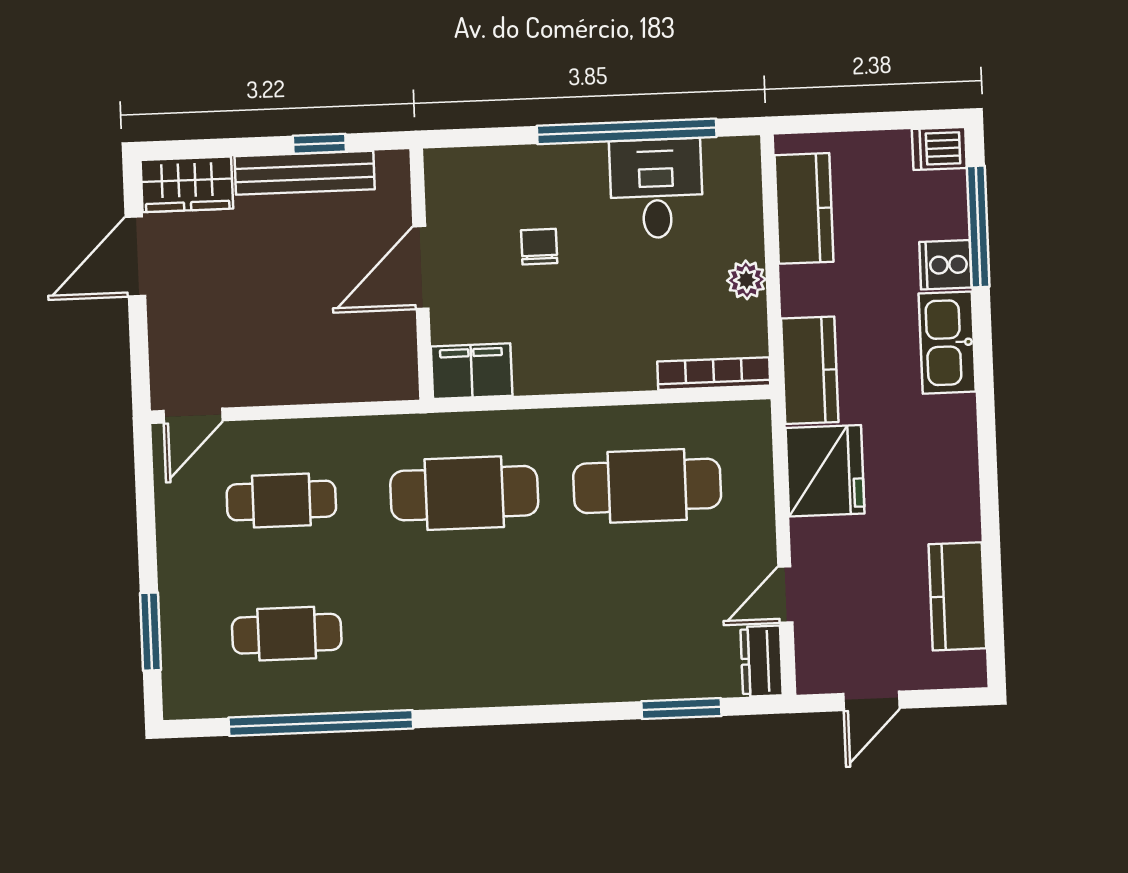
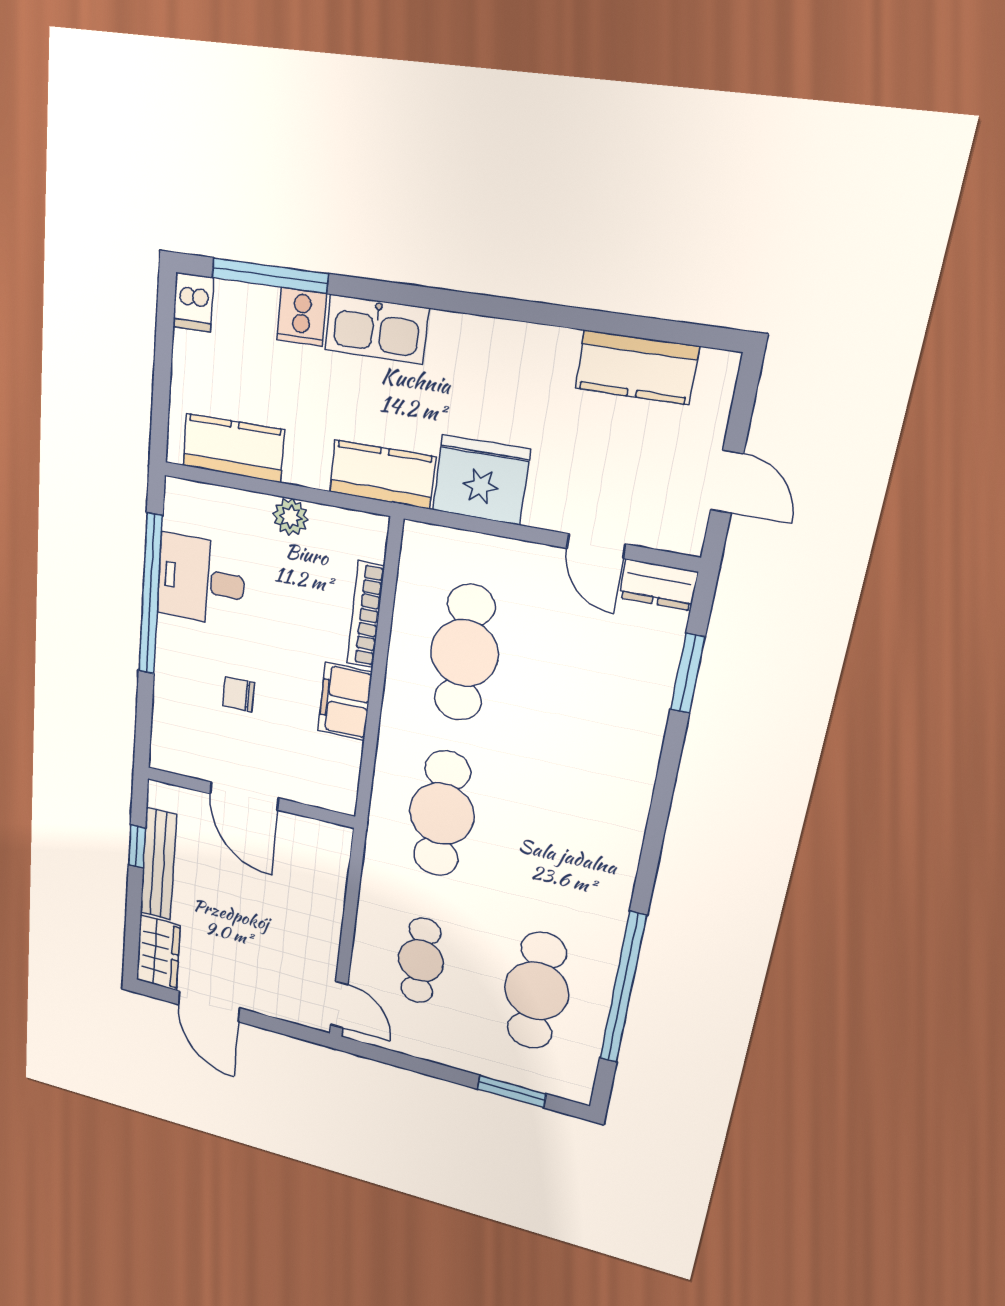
filing cabinet: (472, 371) -> (345, 701), moved
bookcase: (714, 374) -> (366, 615), moved
cafe table: (287, 634) -> (536, 991), width x1.37, depth x1.35

